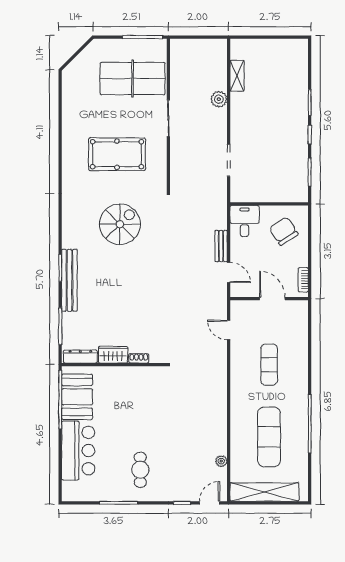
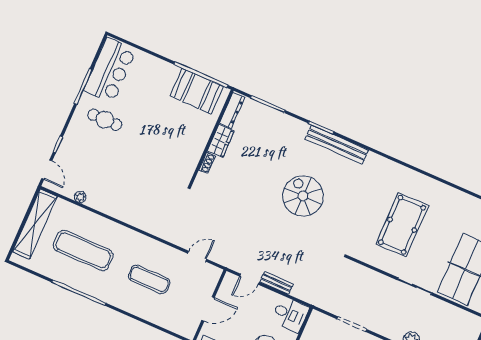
spiral stairs: (120, 224) -> (303, 196), moved, turned 180
bench: (69, 280) -> (337, 144), moved
bar counter: (78, 451) -> (110, 70), moved, turned -90

